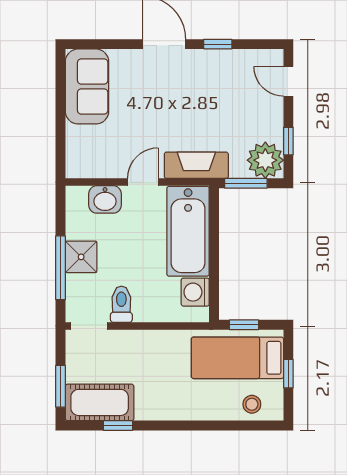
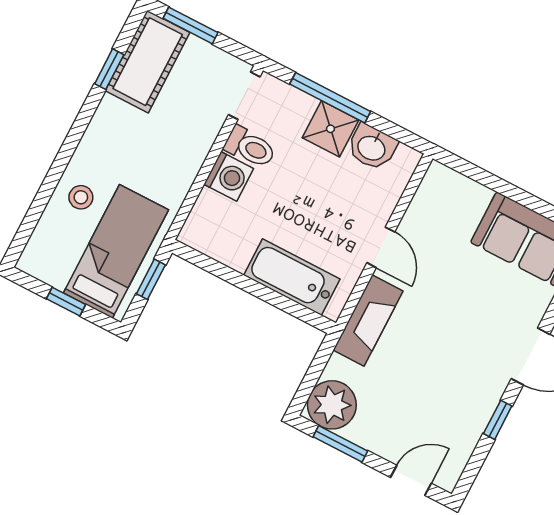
window: (288, 141) -> (340, 444), width x1.50
window: (246, 183) -> (317, 368), removed
washbasin: (105, 199) -> (372, 147), moved, turned -90
bathtub: (188, 231) -> (292, 277), width x0.73, depth x0.73
washing machine: (195, 292) -> (229, 176), moved, turned 90
stool: (252, 404) -> (81, 197), moved

